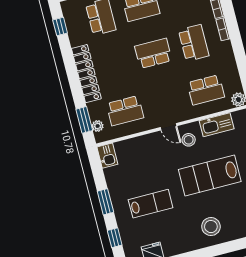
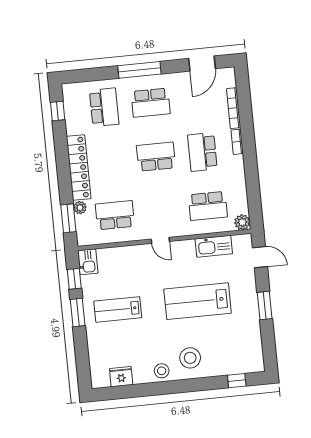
school desk: (194, 43) -> (202, 152), turned 180
school desk: (125, 111) -> (115, 215), turned 180
plant: (98, 126) -> (80, 208), moved
stool: (189, 140) -> (162, 371), moved
lab bench: (151, 204) -> (118, 309), moved, turned 180
window: (115, 238) -> (74, 279), moved

